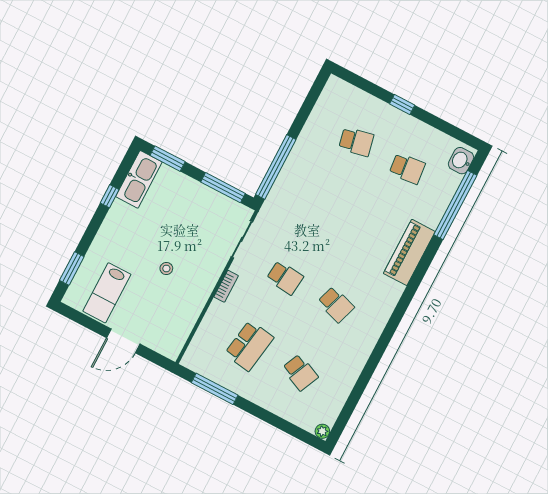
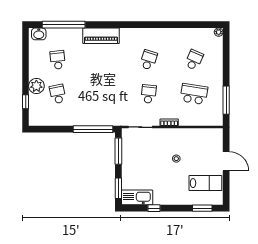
window: (402, 104) -> (26, 102), moved
plant: (385, 116) -> (36, 86), added

